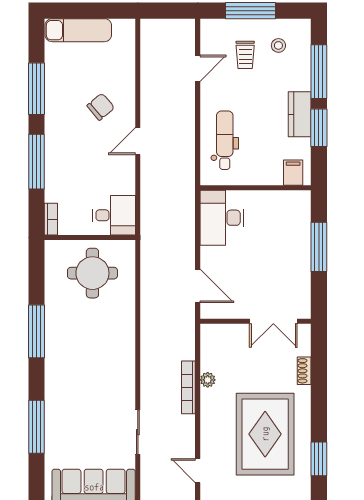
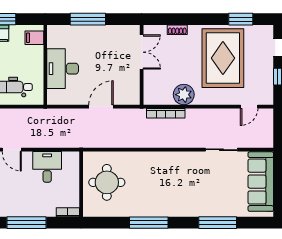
desk: (114, 215) -> (47, 167), moved
desk: (222, 218) -> (63, 69), moved, turned 90
door: (198, 286) -> (101, 107), moved
plant: (208, 380) -> (184, 95), width x1.87, depth x1.87
bookcase: (188, 387) -> (166, 113), moved
rug: (265, 434) -> (223, 58), turned 90

